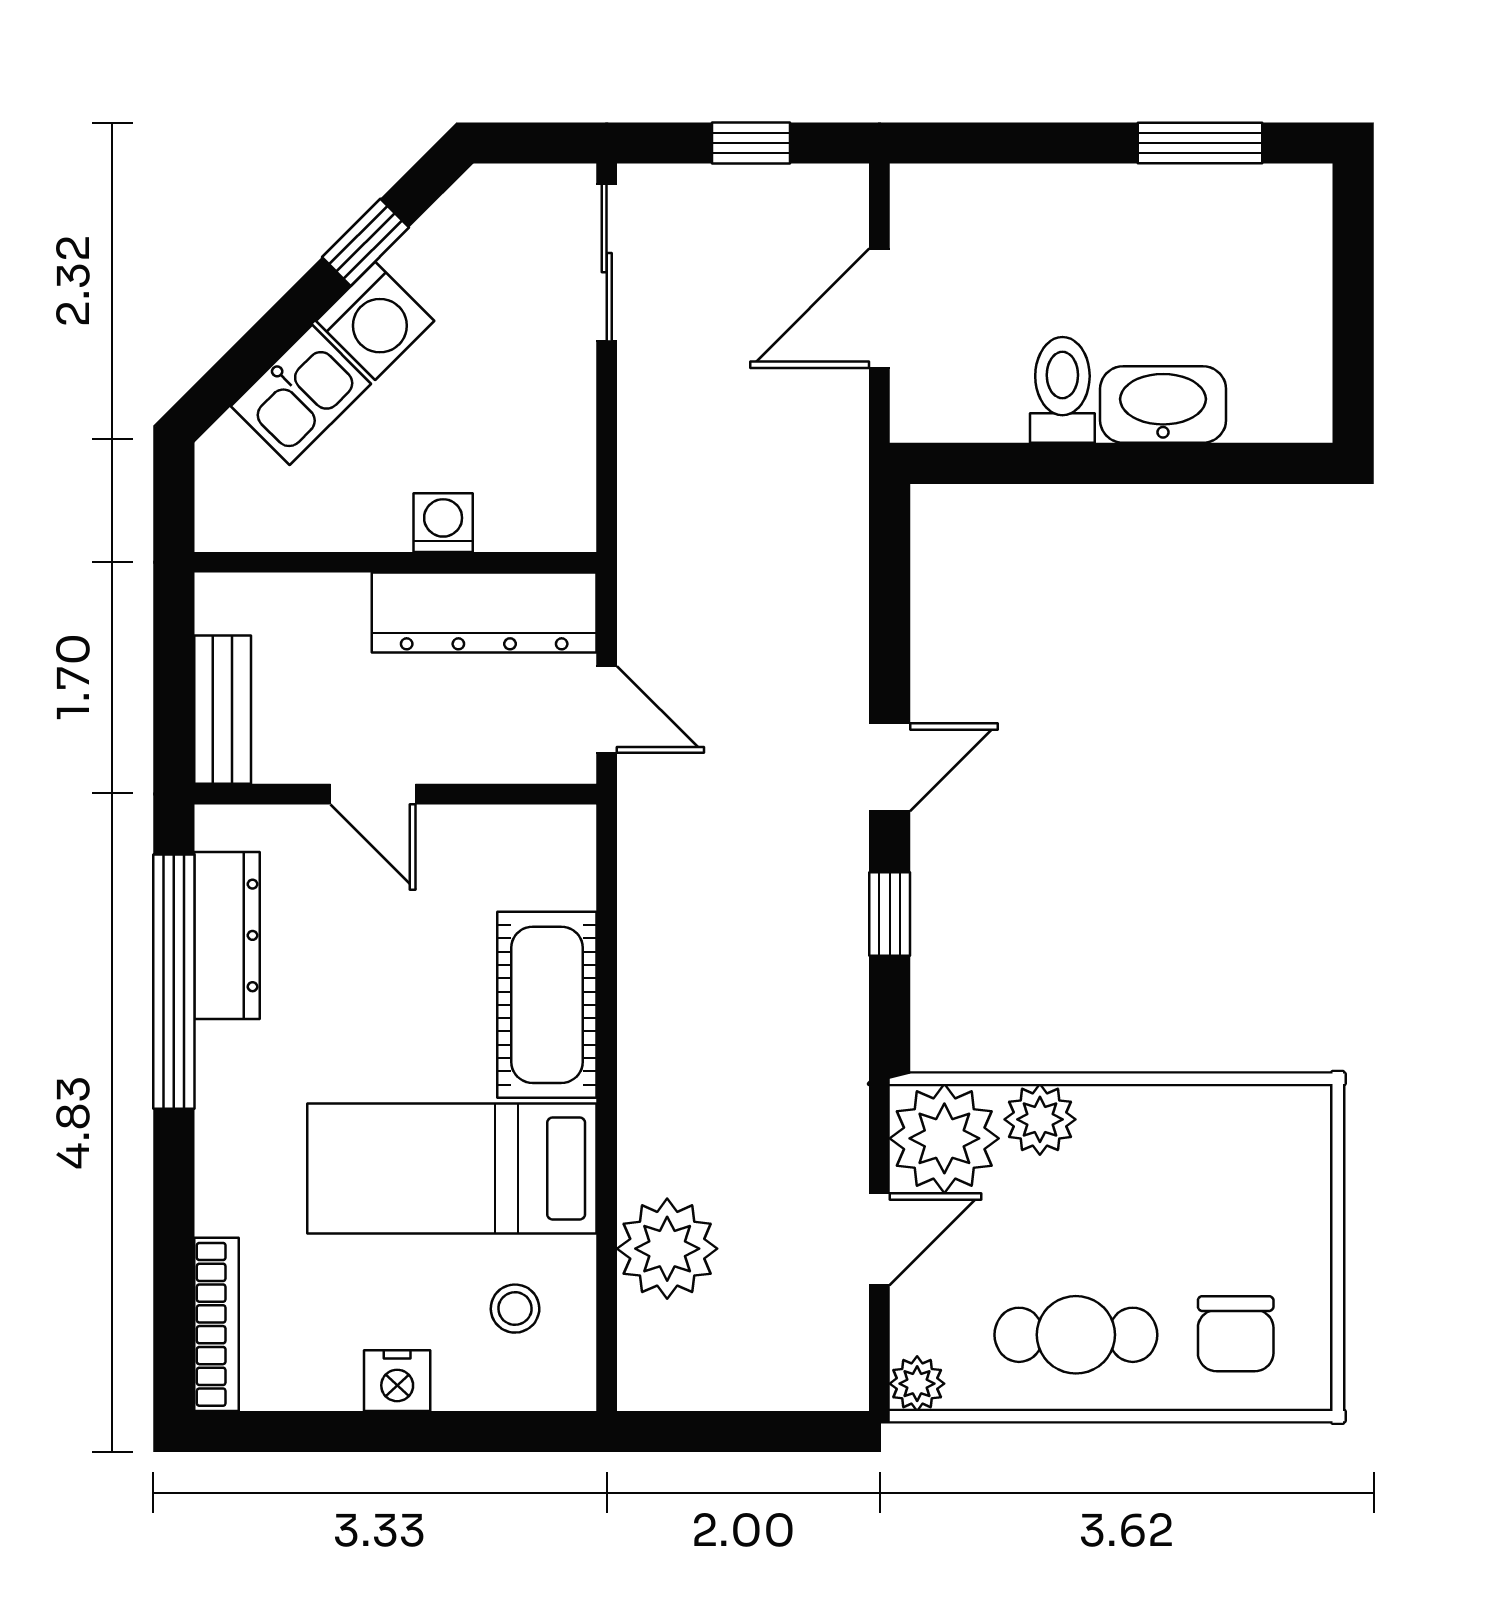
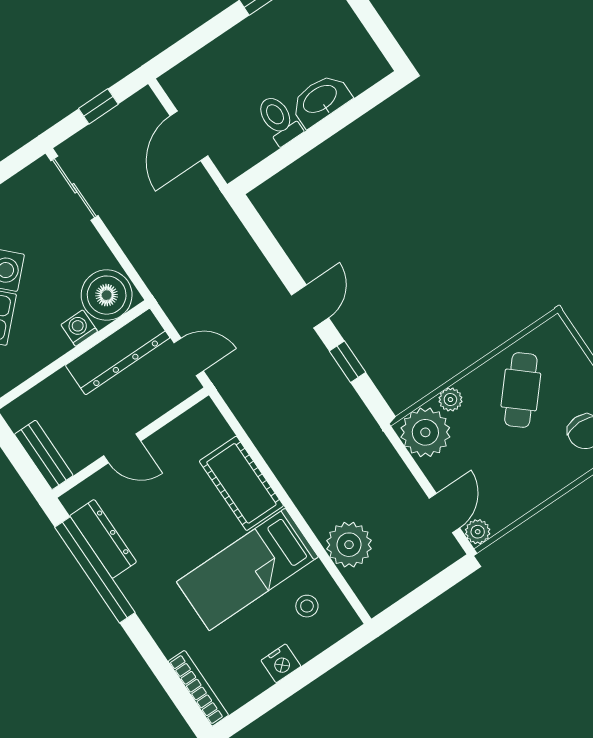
boiler: (534, 496) -> (107, 295), added
plant: (1040, 1119) -> (450, 400), width x0.73, depth x0.73
door: (879, 1239) -> (444, 513), moved
cafe table: (1076, 1335) -> (521, 390), moved, turned -49

